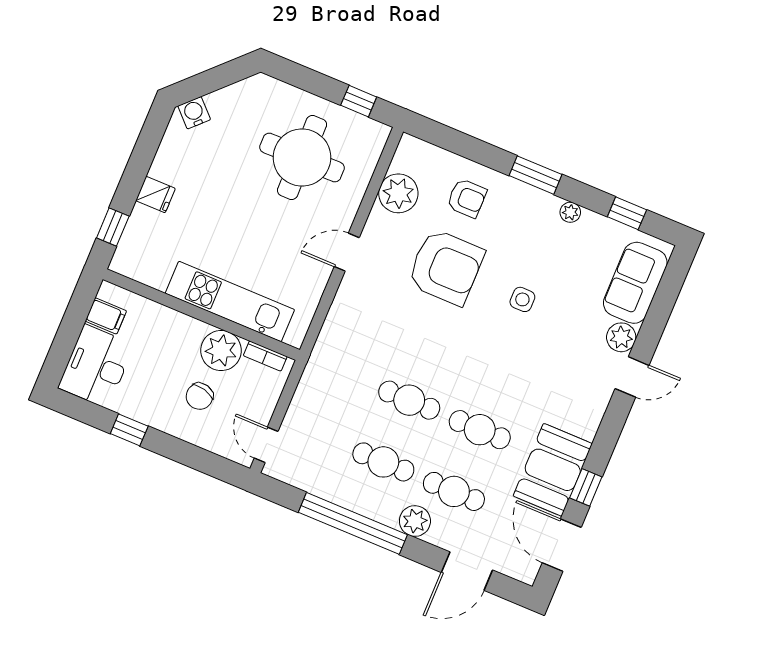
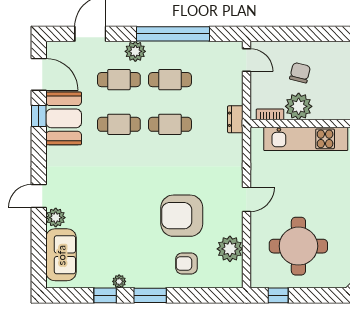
window: (627, 213) -> (105, 295), moved
side table: (522, 299) -> (126, 215), removed
dresser: (316, 369) -> (235, 119), added
window: (129, 430) -> (335, 34), removed

